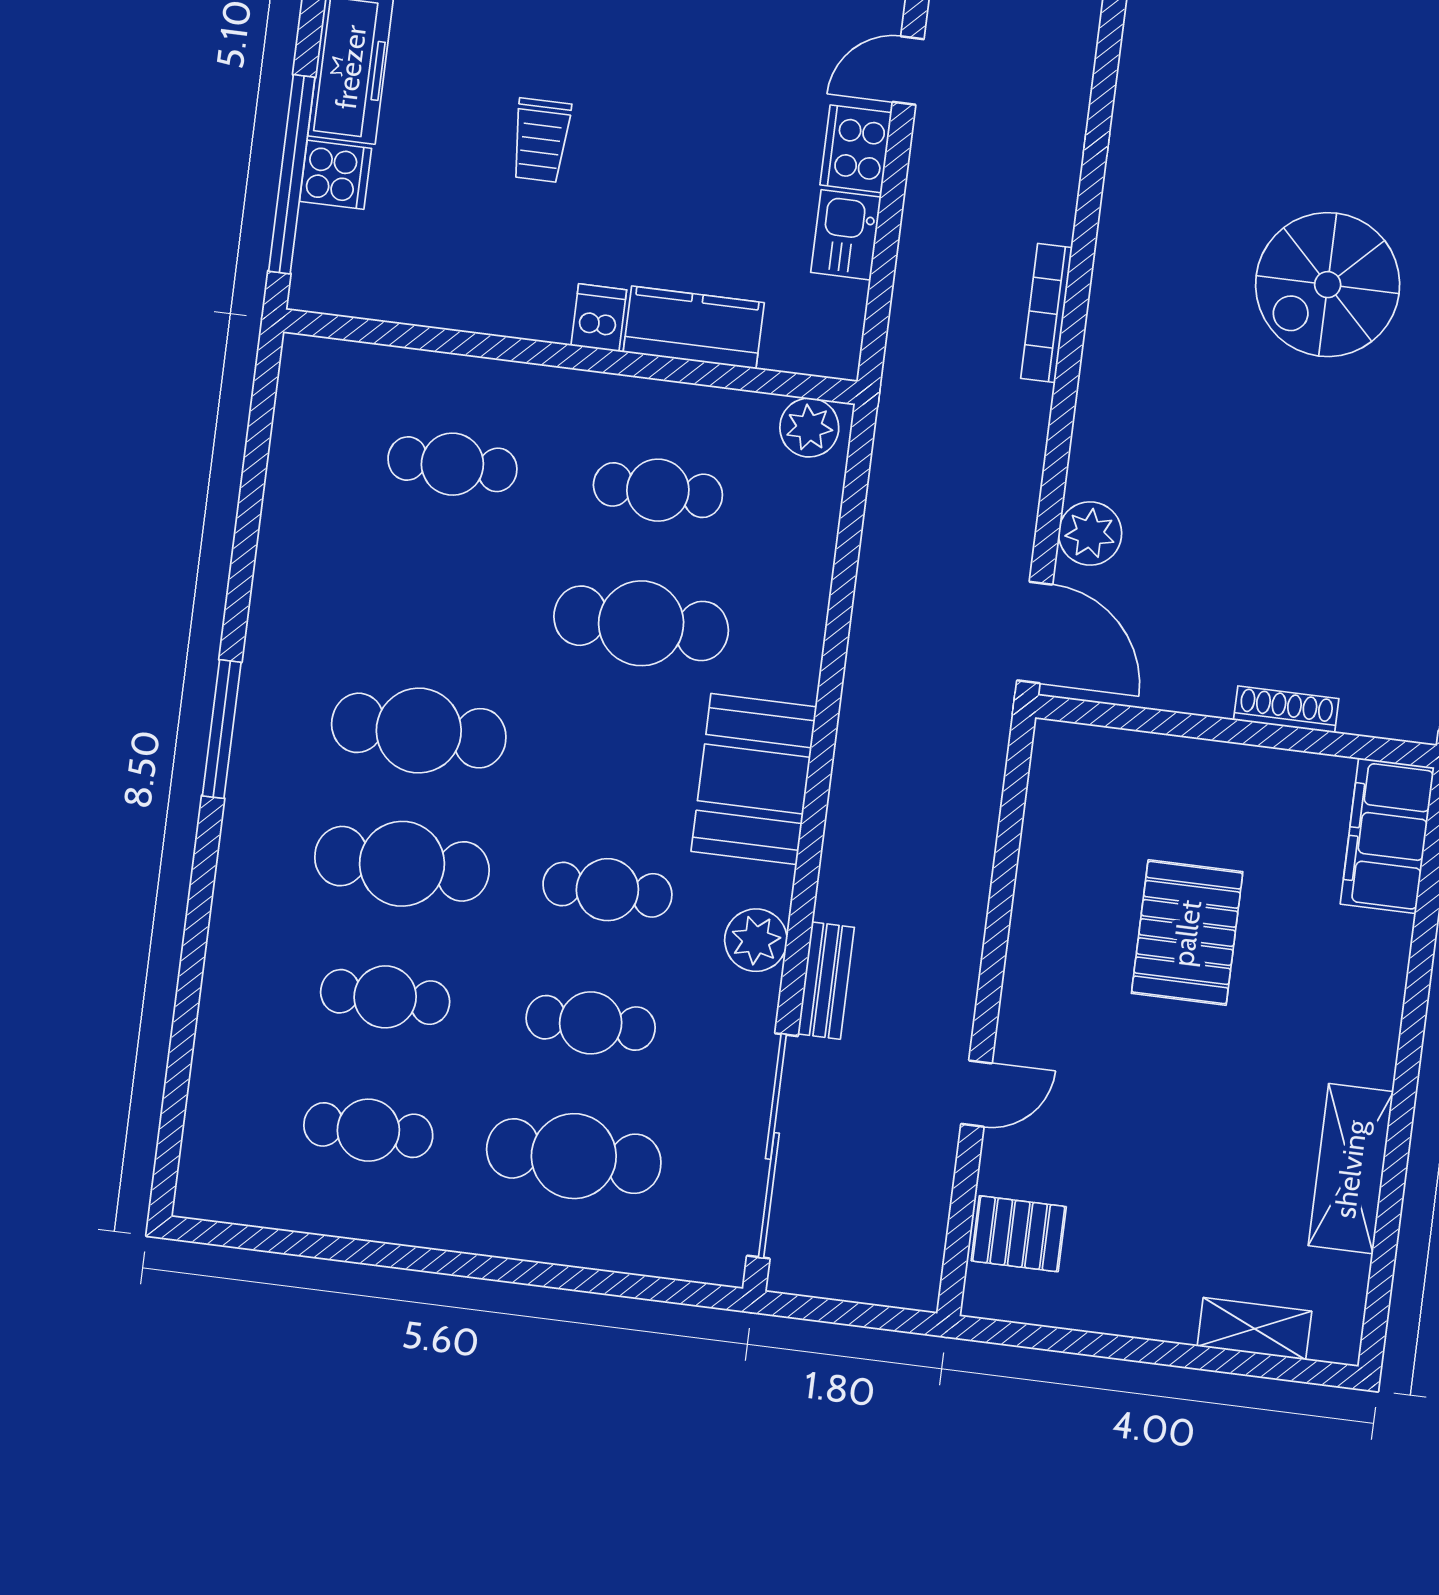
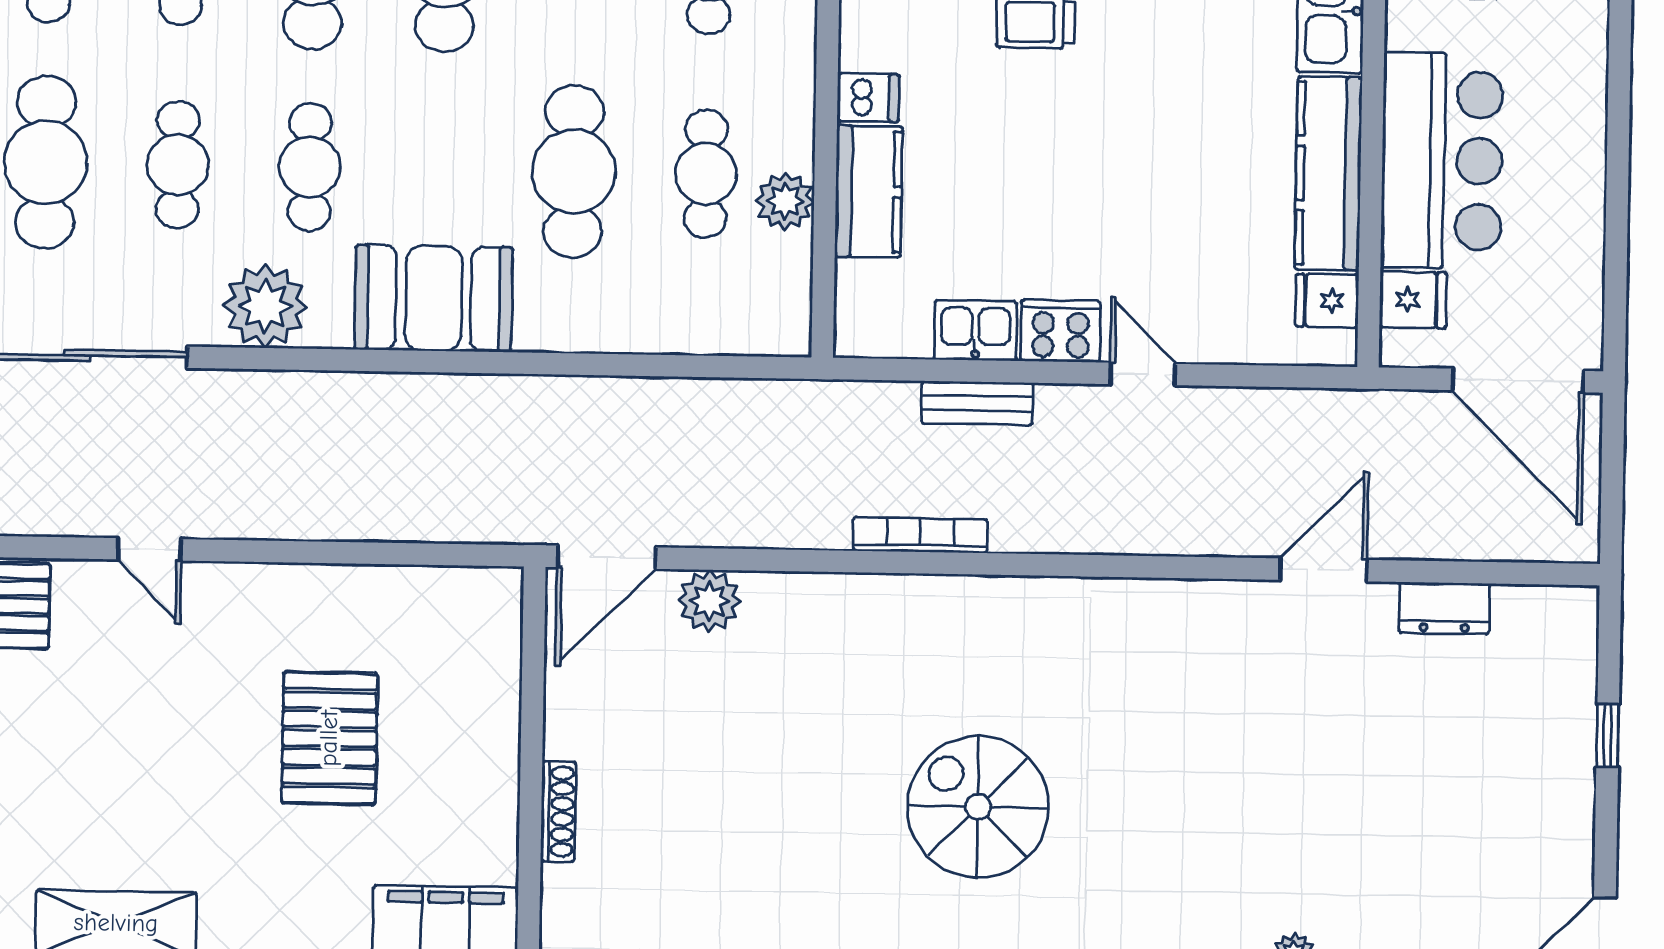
plant: (809, 428) -> (785, 201), moved
pallet: (1187, 933) -> (329, 738), turned 90
plant: (756, 940) -> (265, 306), width x1.36, depth x1.36
bench: (826, 981) -> (977, 403), moved

